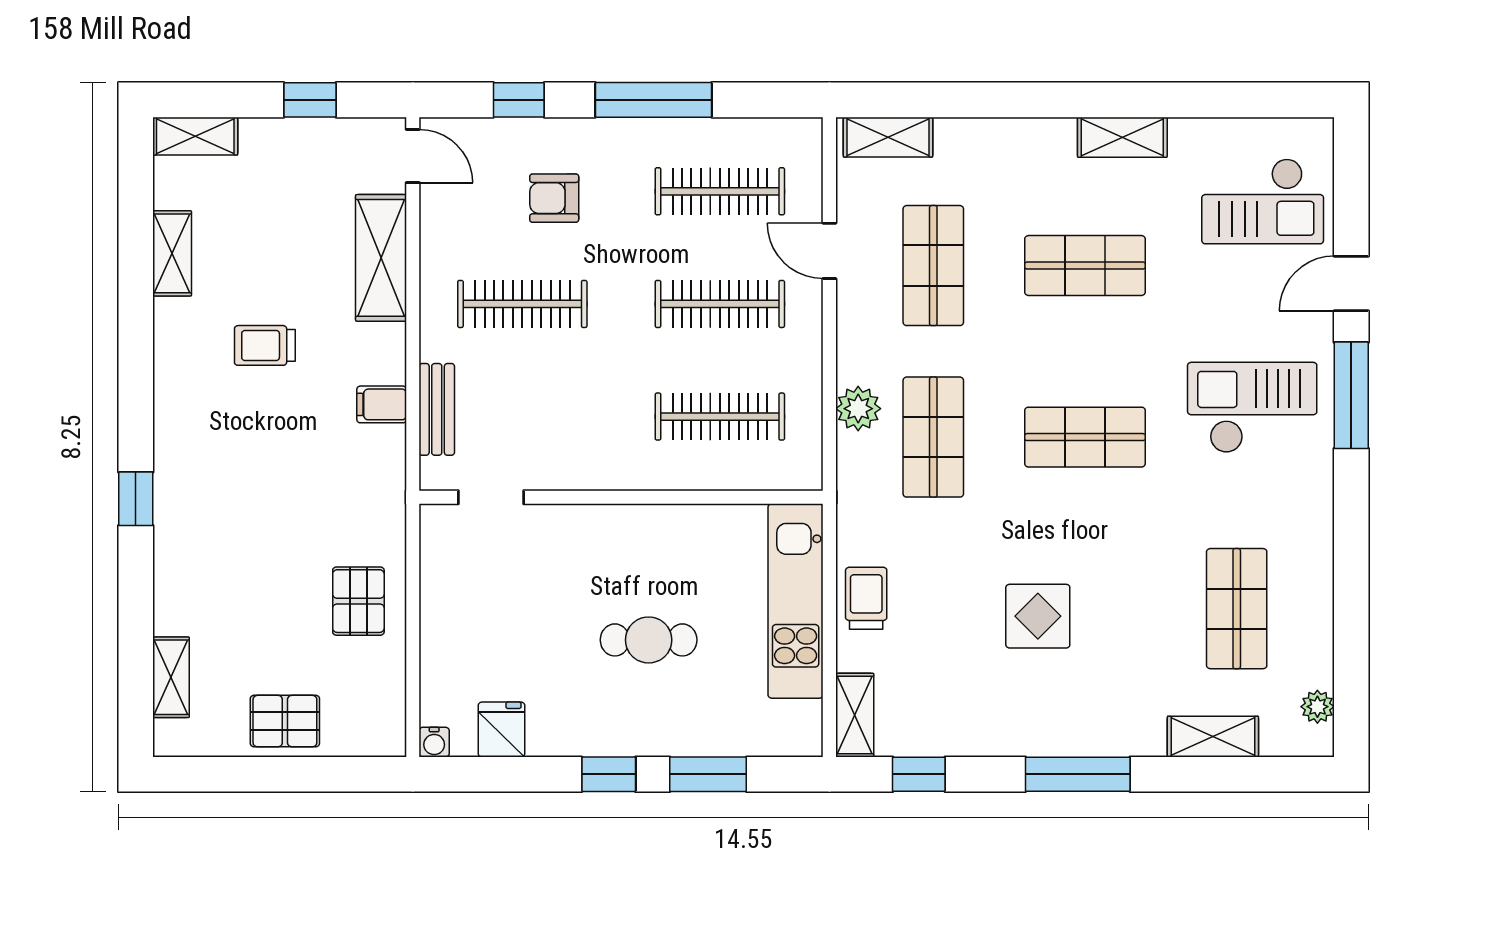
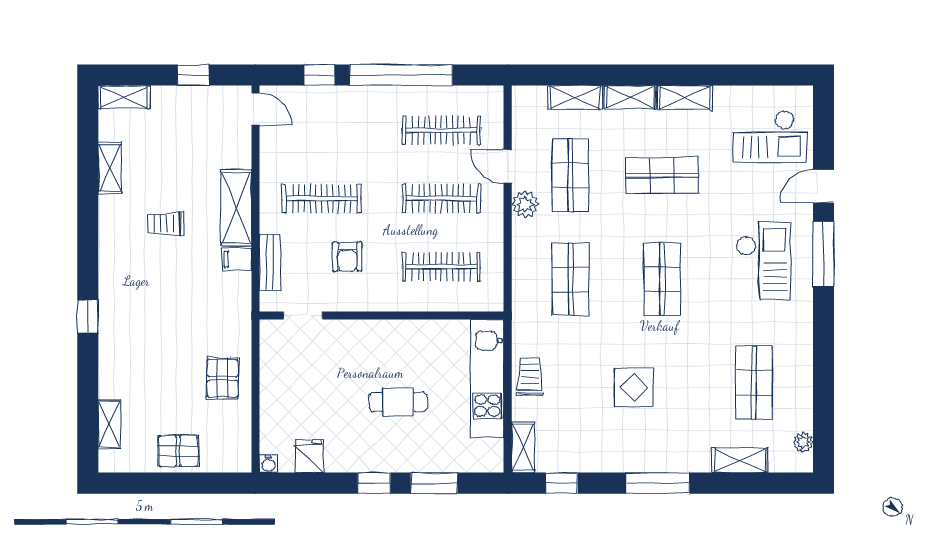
window: (653, 100) -> (401, 75), width x1.46
shelving: (1032, 136) -> (630, 97), added
shelving: (888, 137) -> (575, 98), moved
armchair: (554, 198) -> (347, 257), moved, turned -90
shelving: (381, 258) -> (236, 208), moved
checkout: (1252, 408) -> (763, 261), turned 90
plant: (858, 409) -> (525, 204), moved
shop shelf: (1085, 437) -> (662, 279), turned 90

